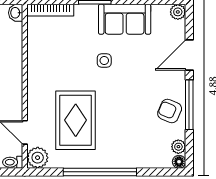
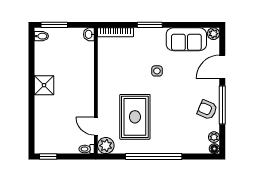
sofa: (125, 19) -> (186, 39), moved

